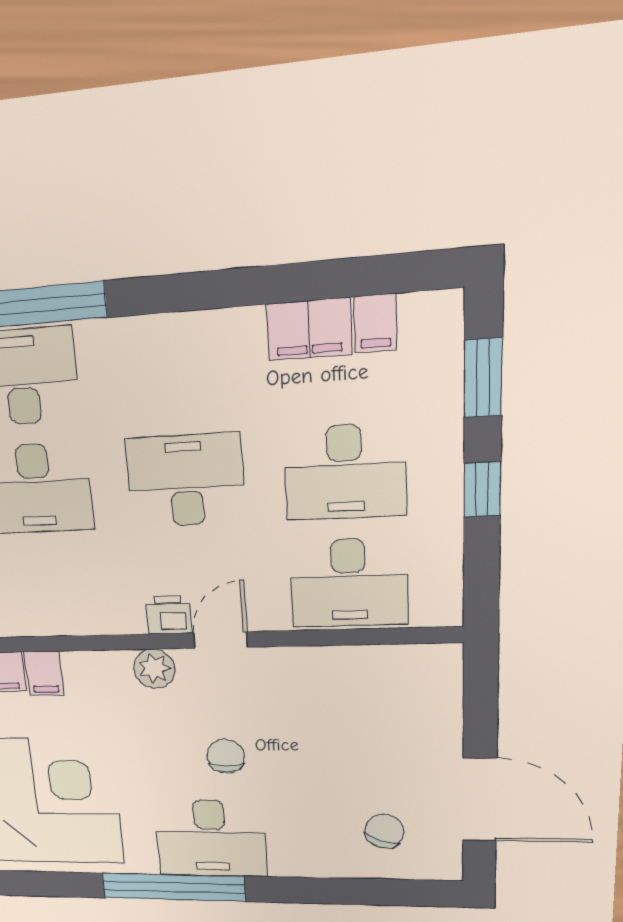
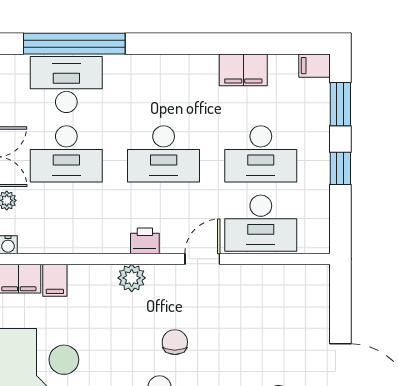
filing cabinet: (375, 323) -> (315, 66), moved, turned 90
desk: (186, 481) -> (164, 154), turned 180
door: (221, 640) -> (202, 259), moved

